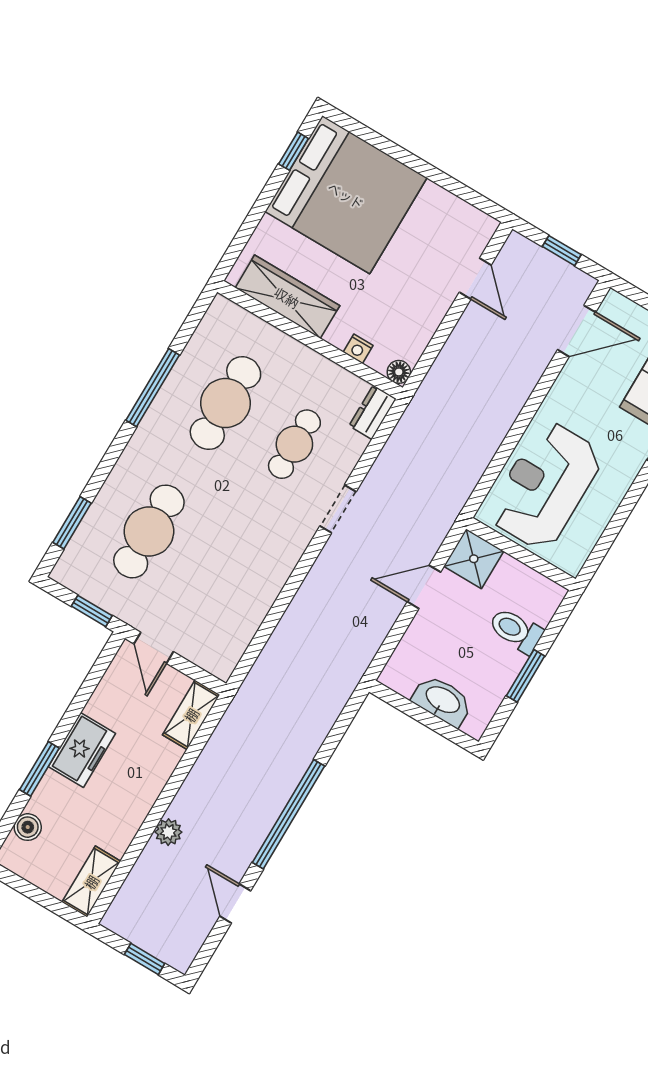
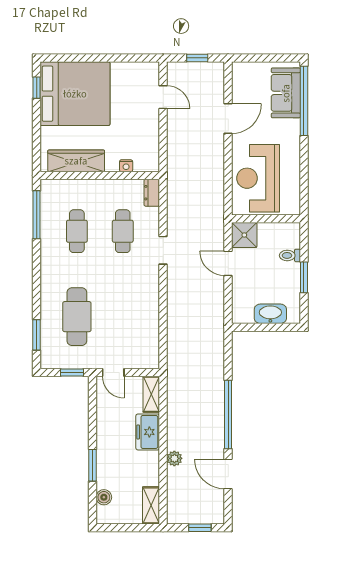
door: (577, 331) -> (228, 119), moved
floor lamp: (399, 372) -> (153, 165), removed
window: (153, 388) -> (37, 215), moved
cafe table: (225, 403) -> (77, 231), width x0.73, depth x0.74
door: (424, 587) -> (228, 263), hinge flipped
toilet: (516, 630) -> (290, 255), width x0.73, depth x0.72
freezer: (82, 750) -> (148, 432), moved, turned 180
door: (235, 904) -> (228, 474), width x1.38

